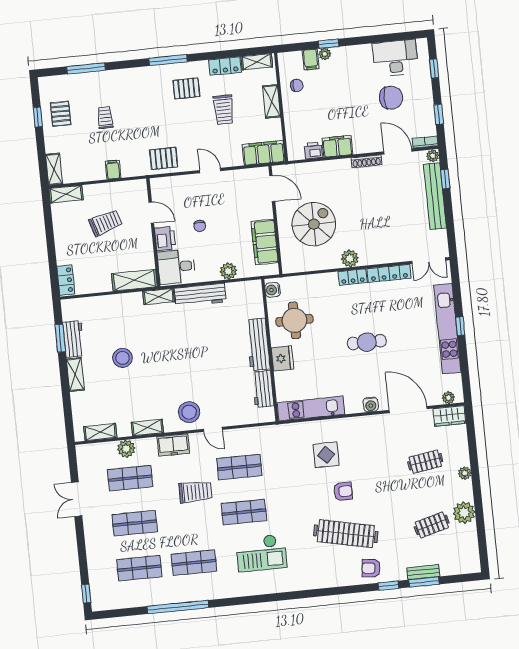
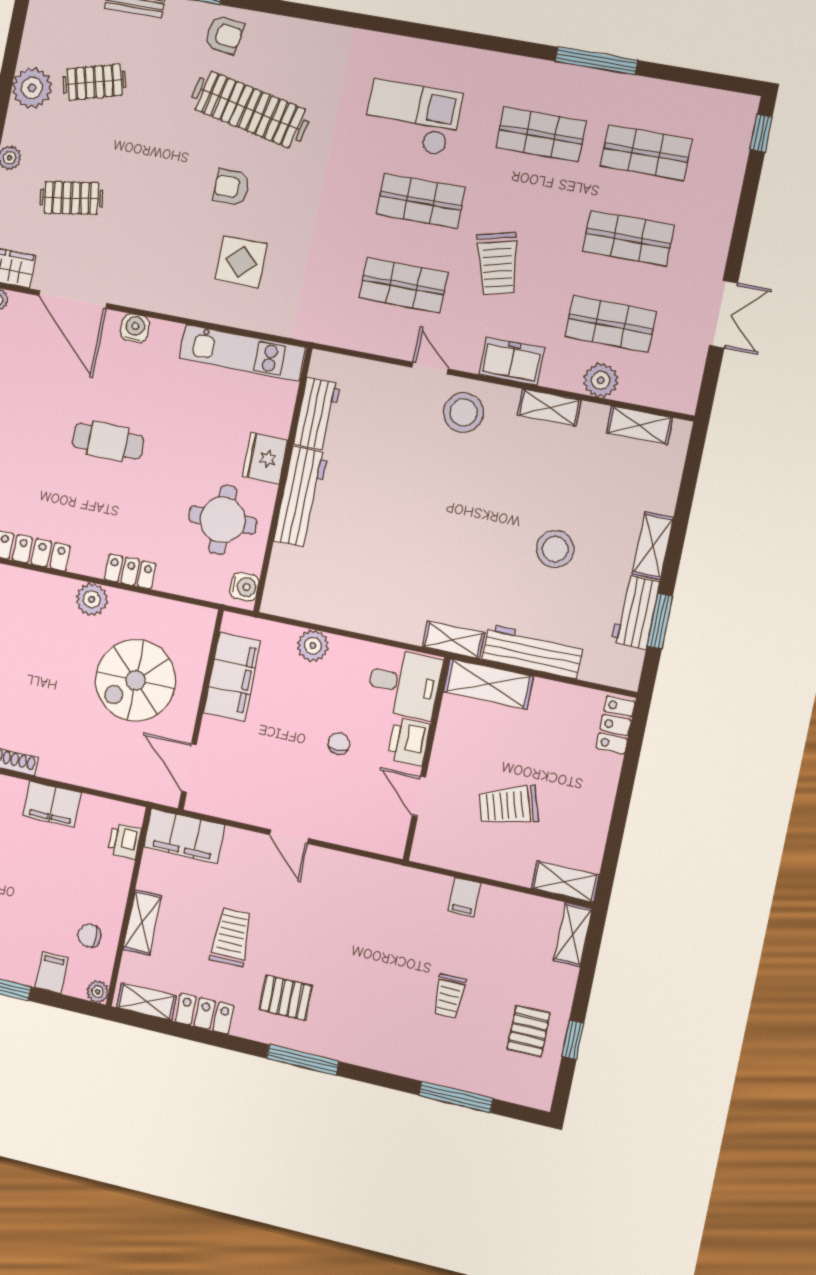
plant: (325, 54) -> (98, 992), moved
printer: (313, 151) -> (124, 841), moved, turned 90
pallet: (164, 158) -> (366, 886), removed
locker: (353, 277) -> (130, 572), moved
workbench: (200, 295) -> (533, 652), moved
trolley: (195, 492) -> (498, 264), turned -104
window: (178, 607) -> (596, 61), width x0.68

